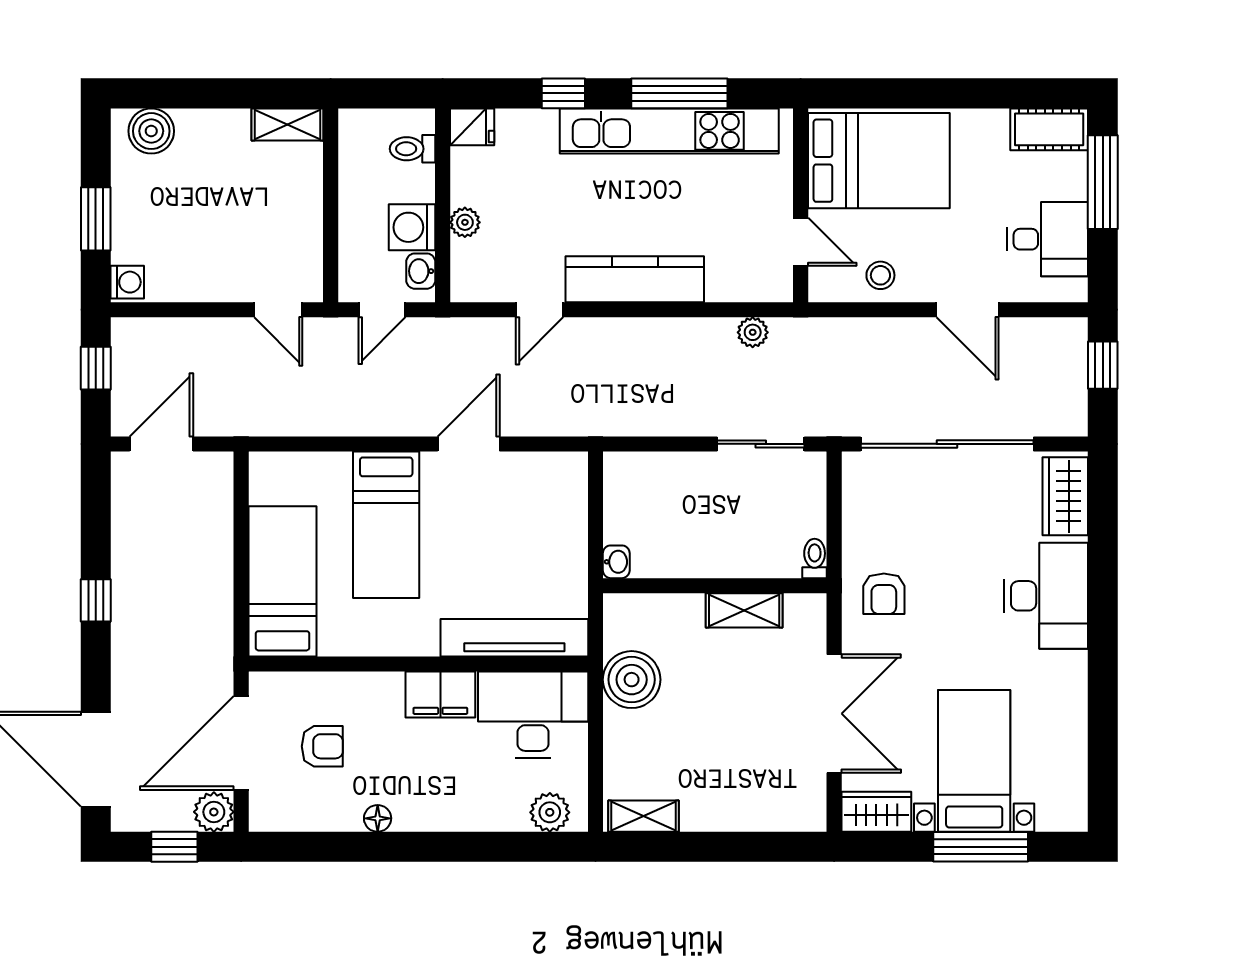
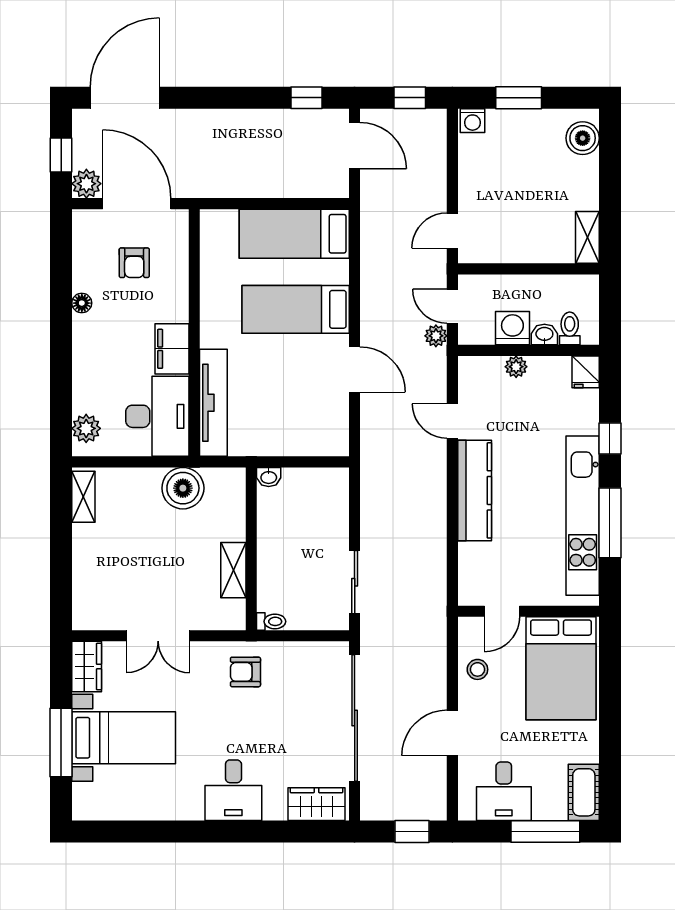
washbasin: (421, 271) -> (544, 334), moved
plant: (753, 332) -> (436, 336), moved
bed: (283, 581) -> (294, 234), moved, turned 180
desk: (1046, 596) -> (233, 790), width x0.73
window: (96, 600) -> (306, 98), moved
double door: (834, 714) -> (158, 636), width x0.73

